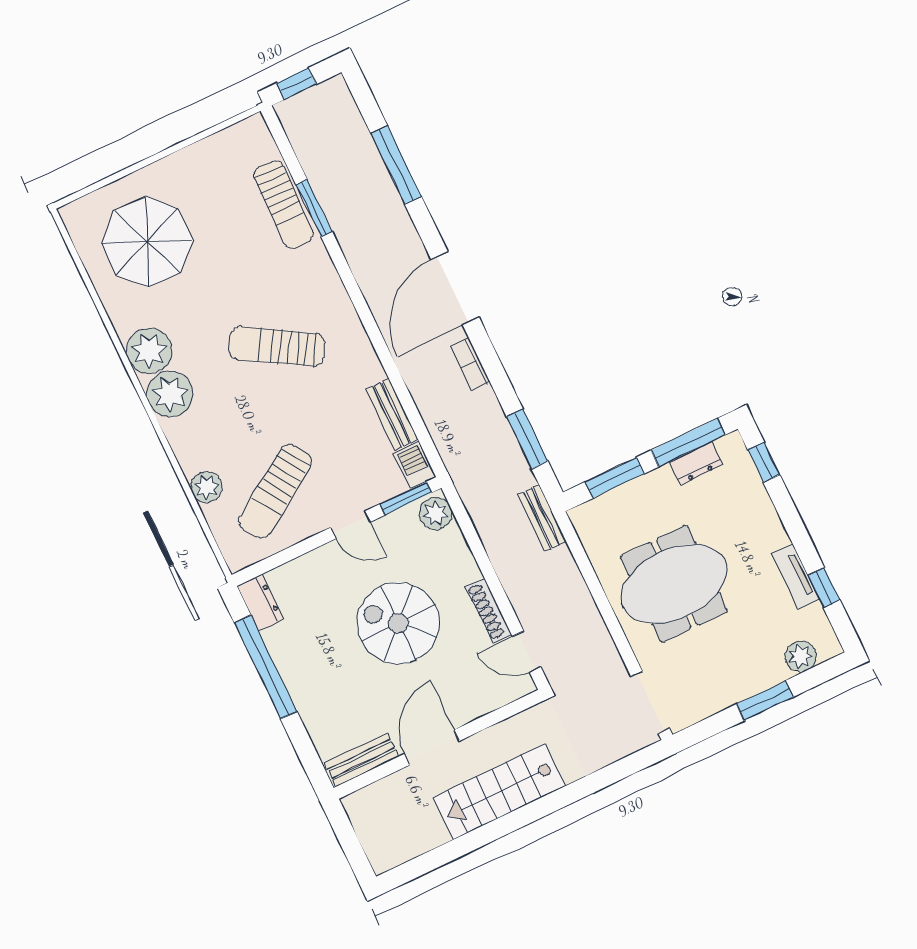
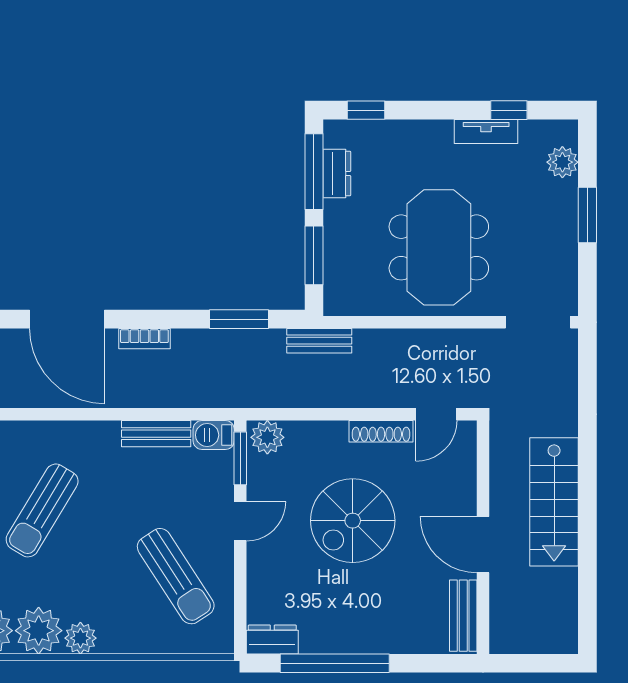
plant: (207, 487) -> (80, 638), moved

